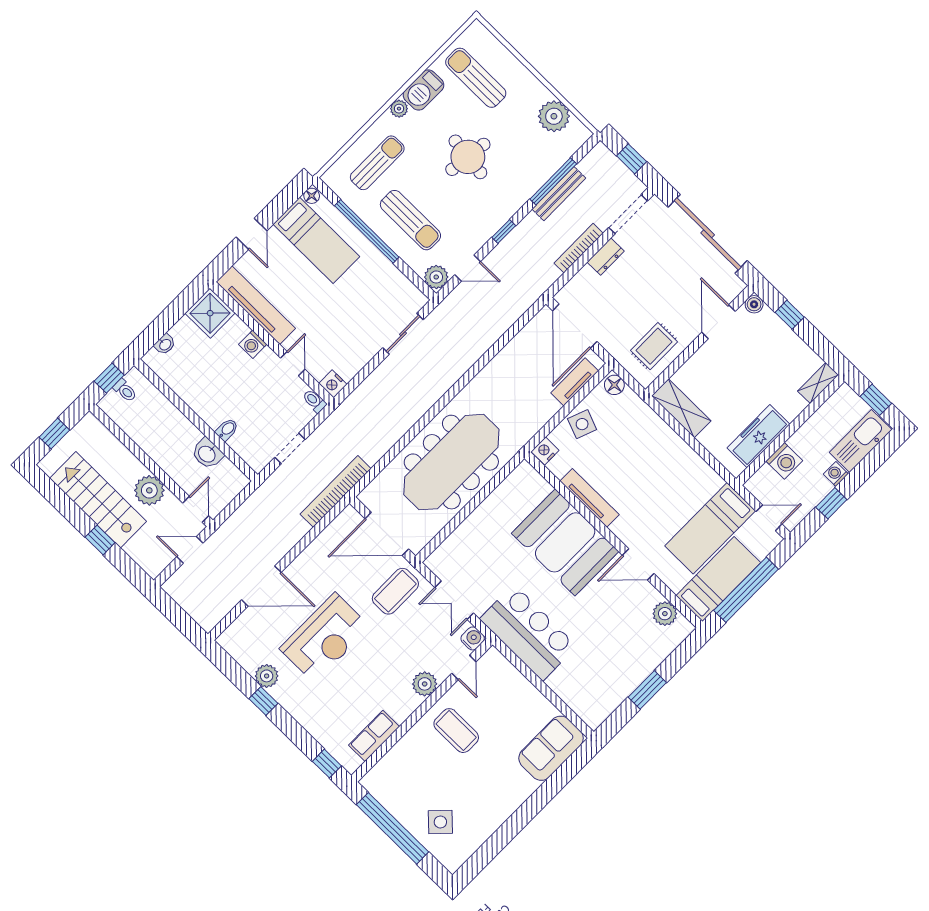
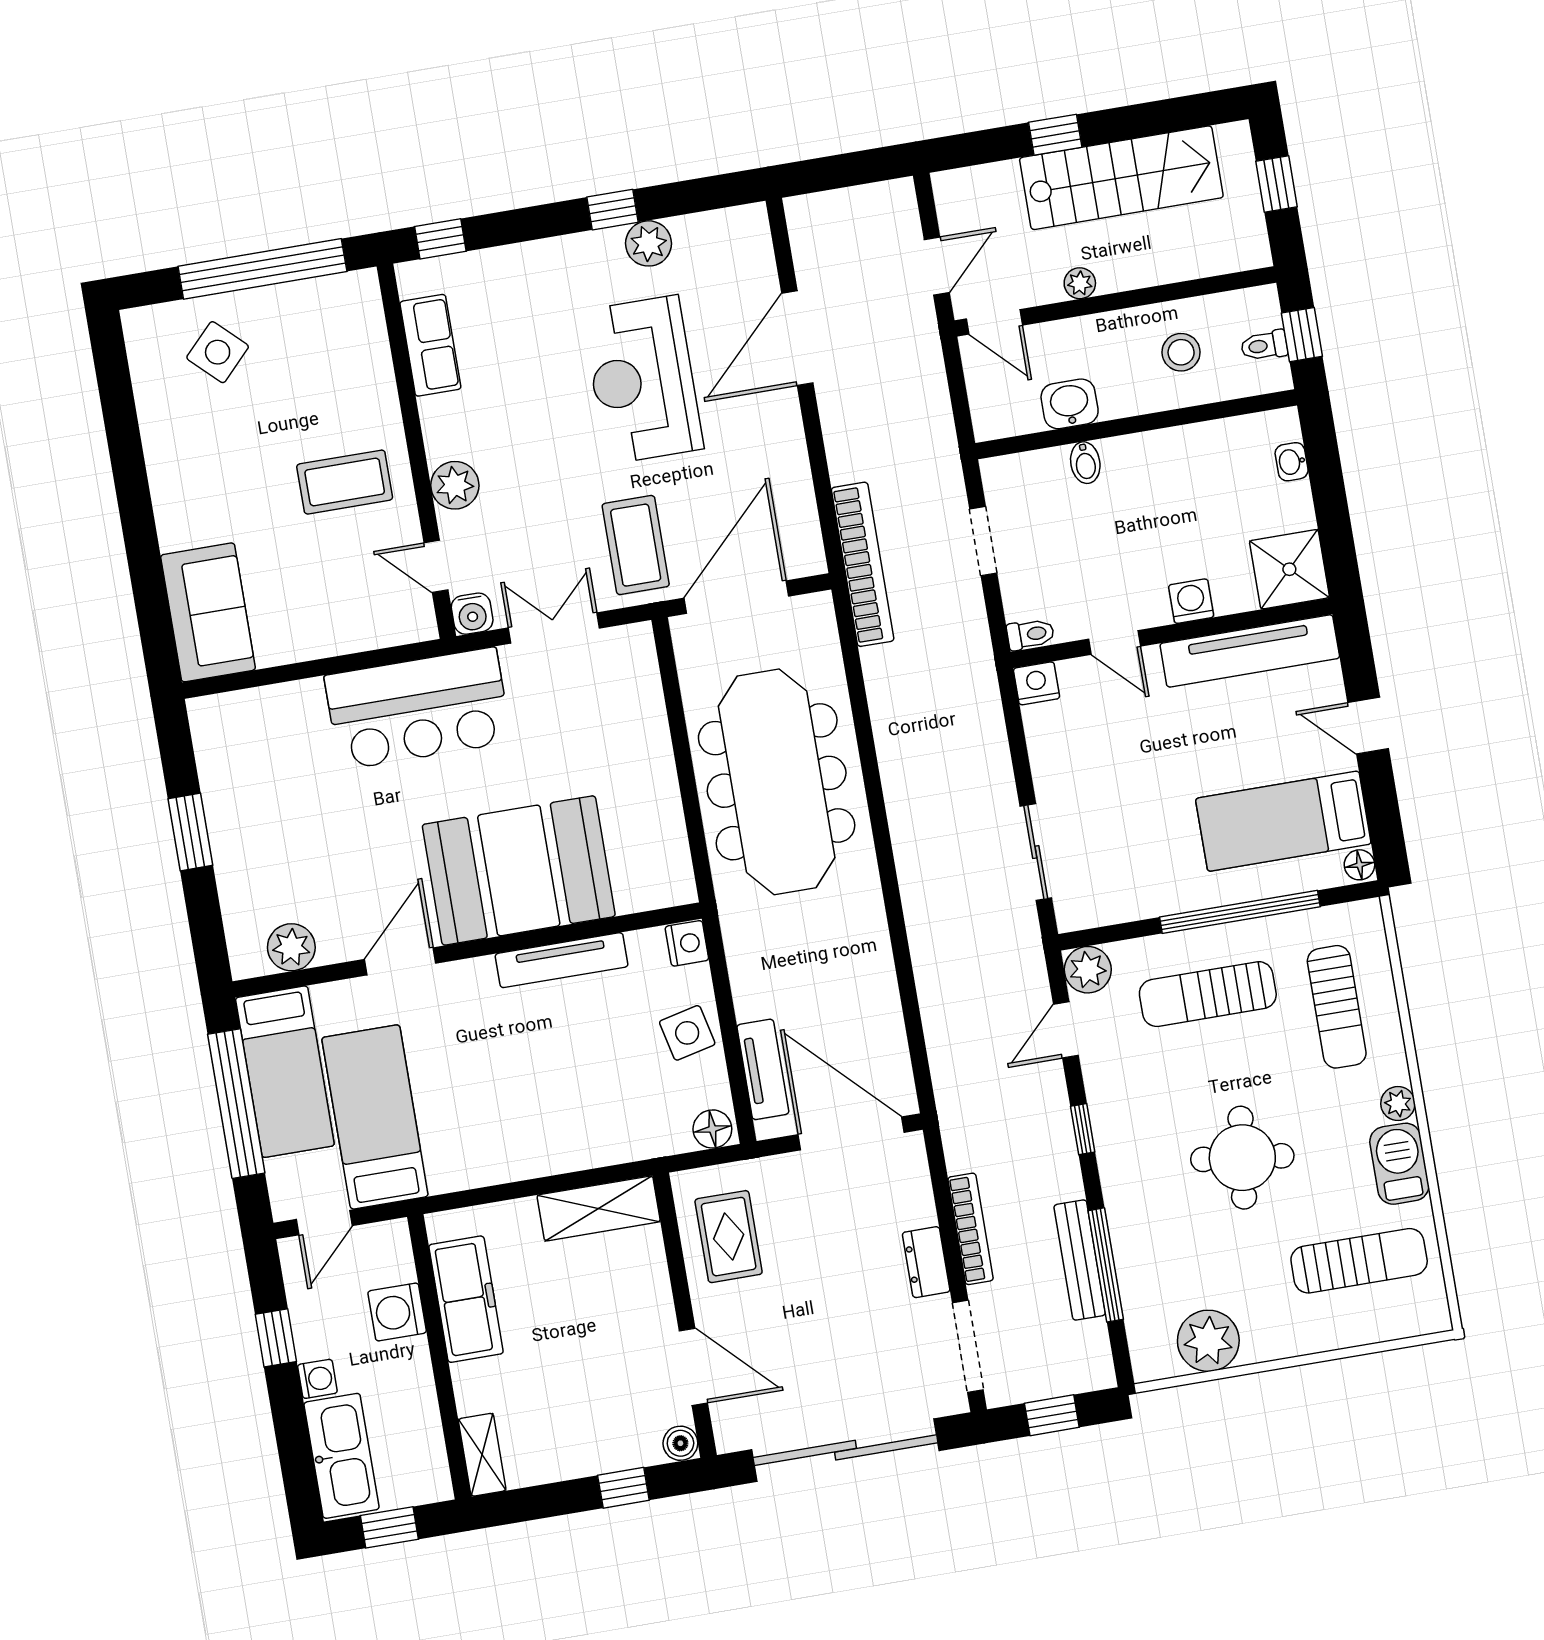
stool: (153, 423) -> (1181, 352), added
side table: (582, 424) -> (687, 1033), turned -34
plant: (149, 490) -> (1080, 283), width x0.53, depth x0.53

